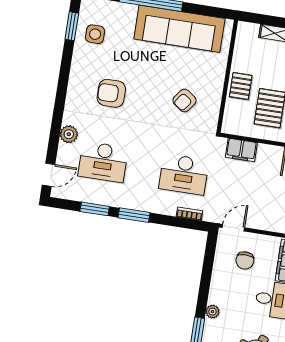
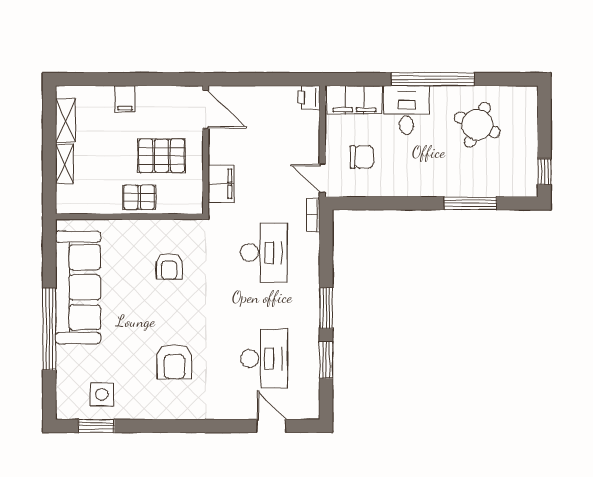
armchair: (184, 101) -> (169, 267), turned 54
plant: (69, 134) -> (235, 408), removed
door: (49, 175) -> (271, 426), moved
bookcase: (189, 214) -> (313, 215), moved
plant: (212, 312) -> (434, 188), removed

